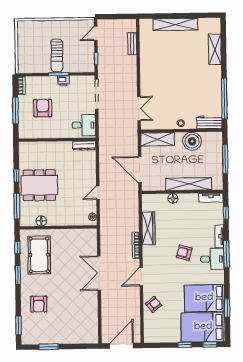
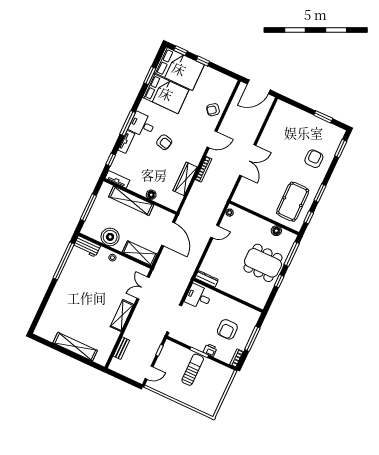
shelving: (215, 49) -> (122, 316), moved
printer: (63, 81) -> (210, 350), moved

